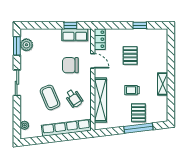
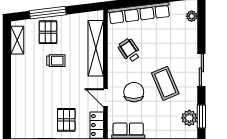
pallet: (130, 56) -> (66, 120), moved
chair: (70, 65) -> (134, 92), turned -90
shelving: (163, 84) -> (17, 40), moved
coffee table: (50, 97) -> (165, 83), moved

